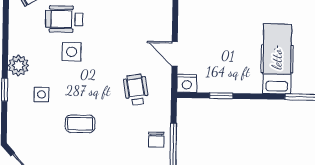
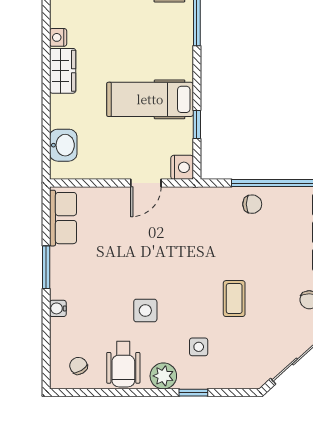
wheelchair: (64, 19) -> (123, 364), moved
hospital bed: (277, 59) -> (150, 99), moved
wheelchair: (136, 90) -> (191, 230), removed

